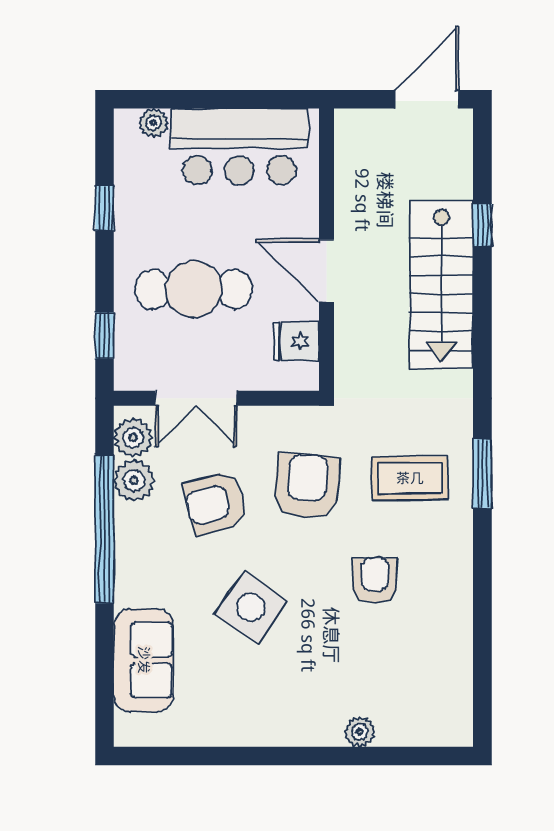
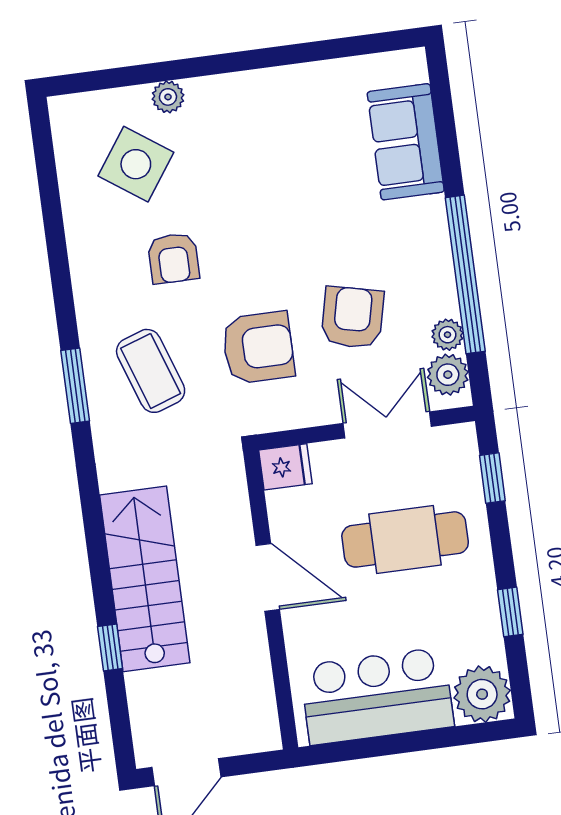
plant: (154, 123) -> (482, 694), width x1.88, depth x1.88
fridge: (296, 341) -> (285, 467), moved
coffee table: (410, 478) -> (151, 371), turned 71
plant: (134, 481) -> (447, 335), width x0.73, depth x0.73
armchair: (307, 487) -> (258, 348), turned -95
armchair: (215, 503) -> (352, 317), turned -62
side table: (251, 607) -> (136, 164), moved

